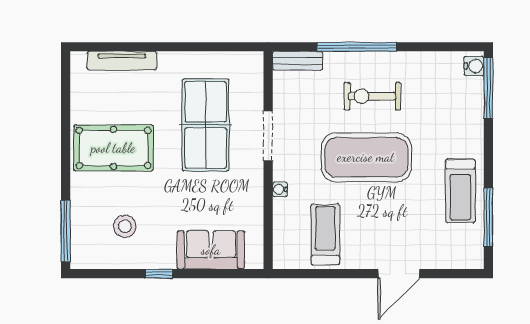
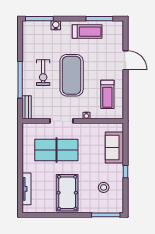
water cooler: (474, 66) -> (56, 25), moved
treadmill: (325, 234) -> (107, 94), turned -90

